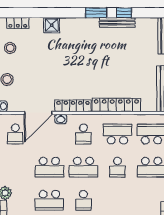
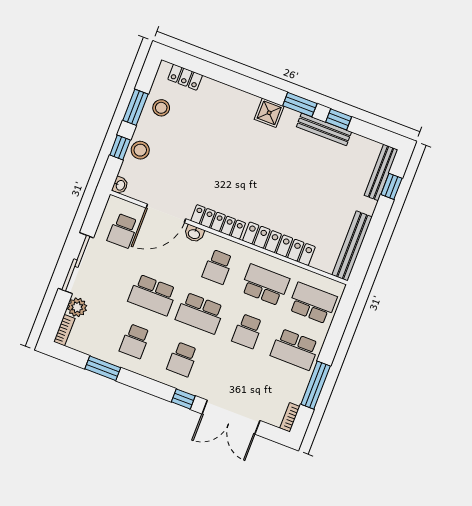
shower: (52, 25) -> (269, 113), moved
school desk: (49, 200) -> (135, 341), width x0.54

